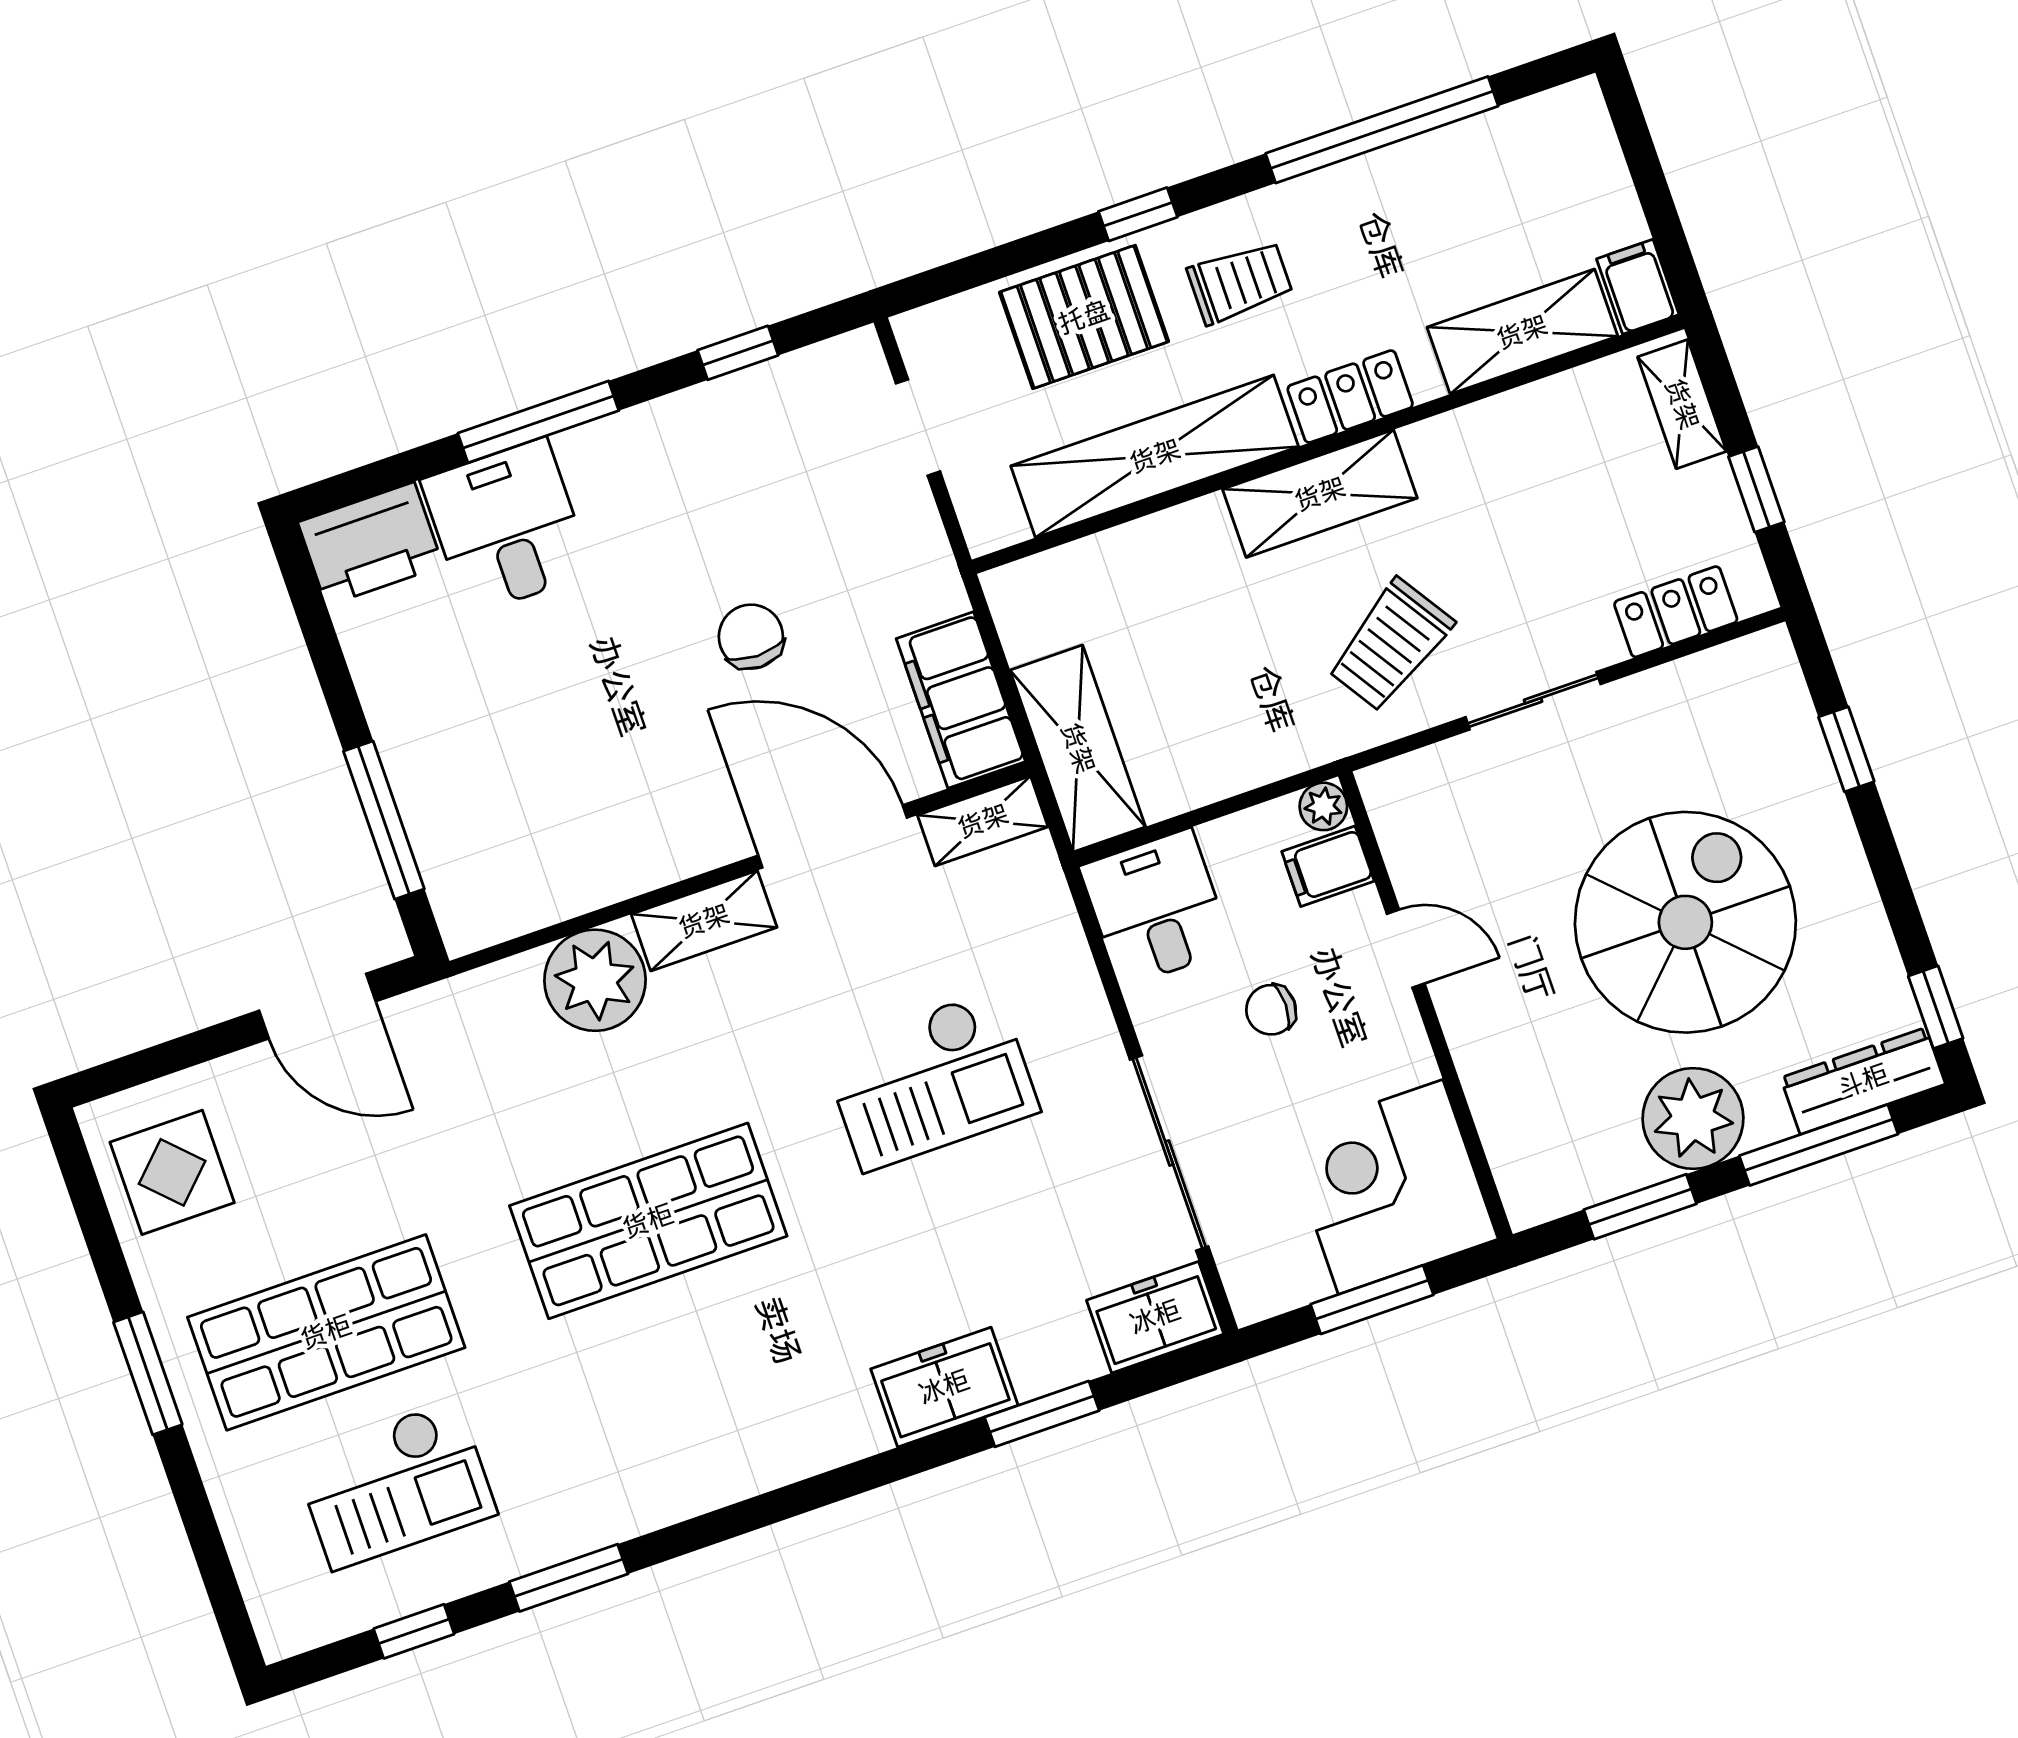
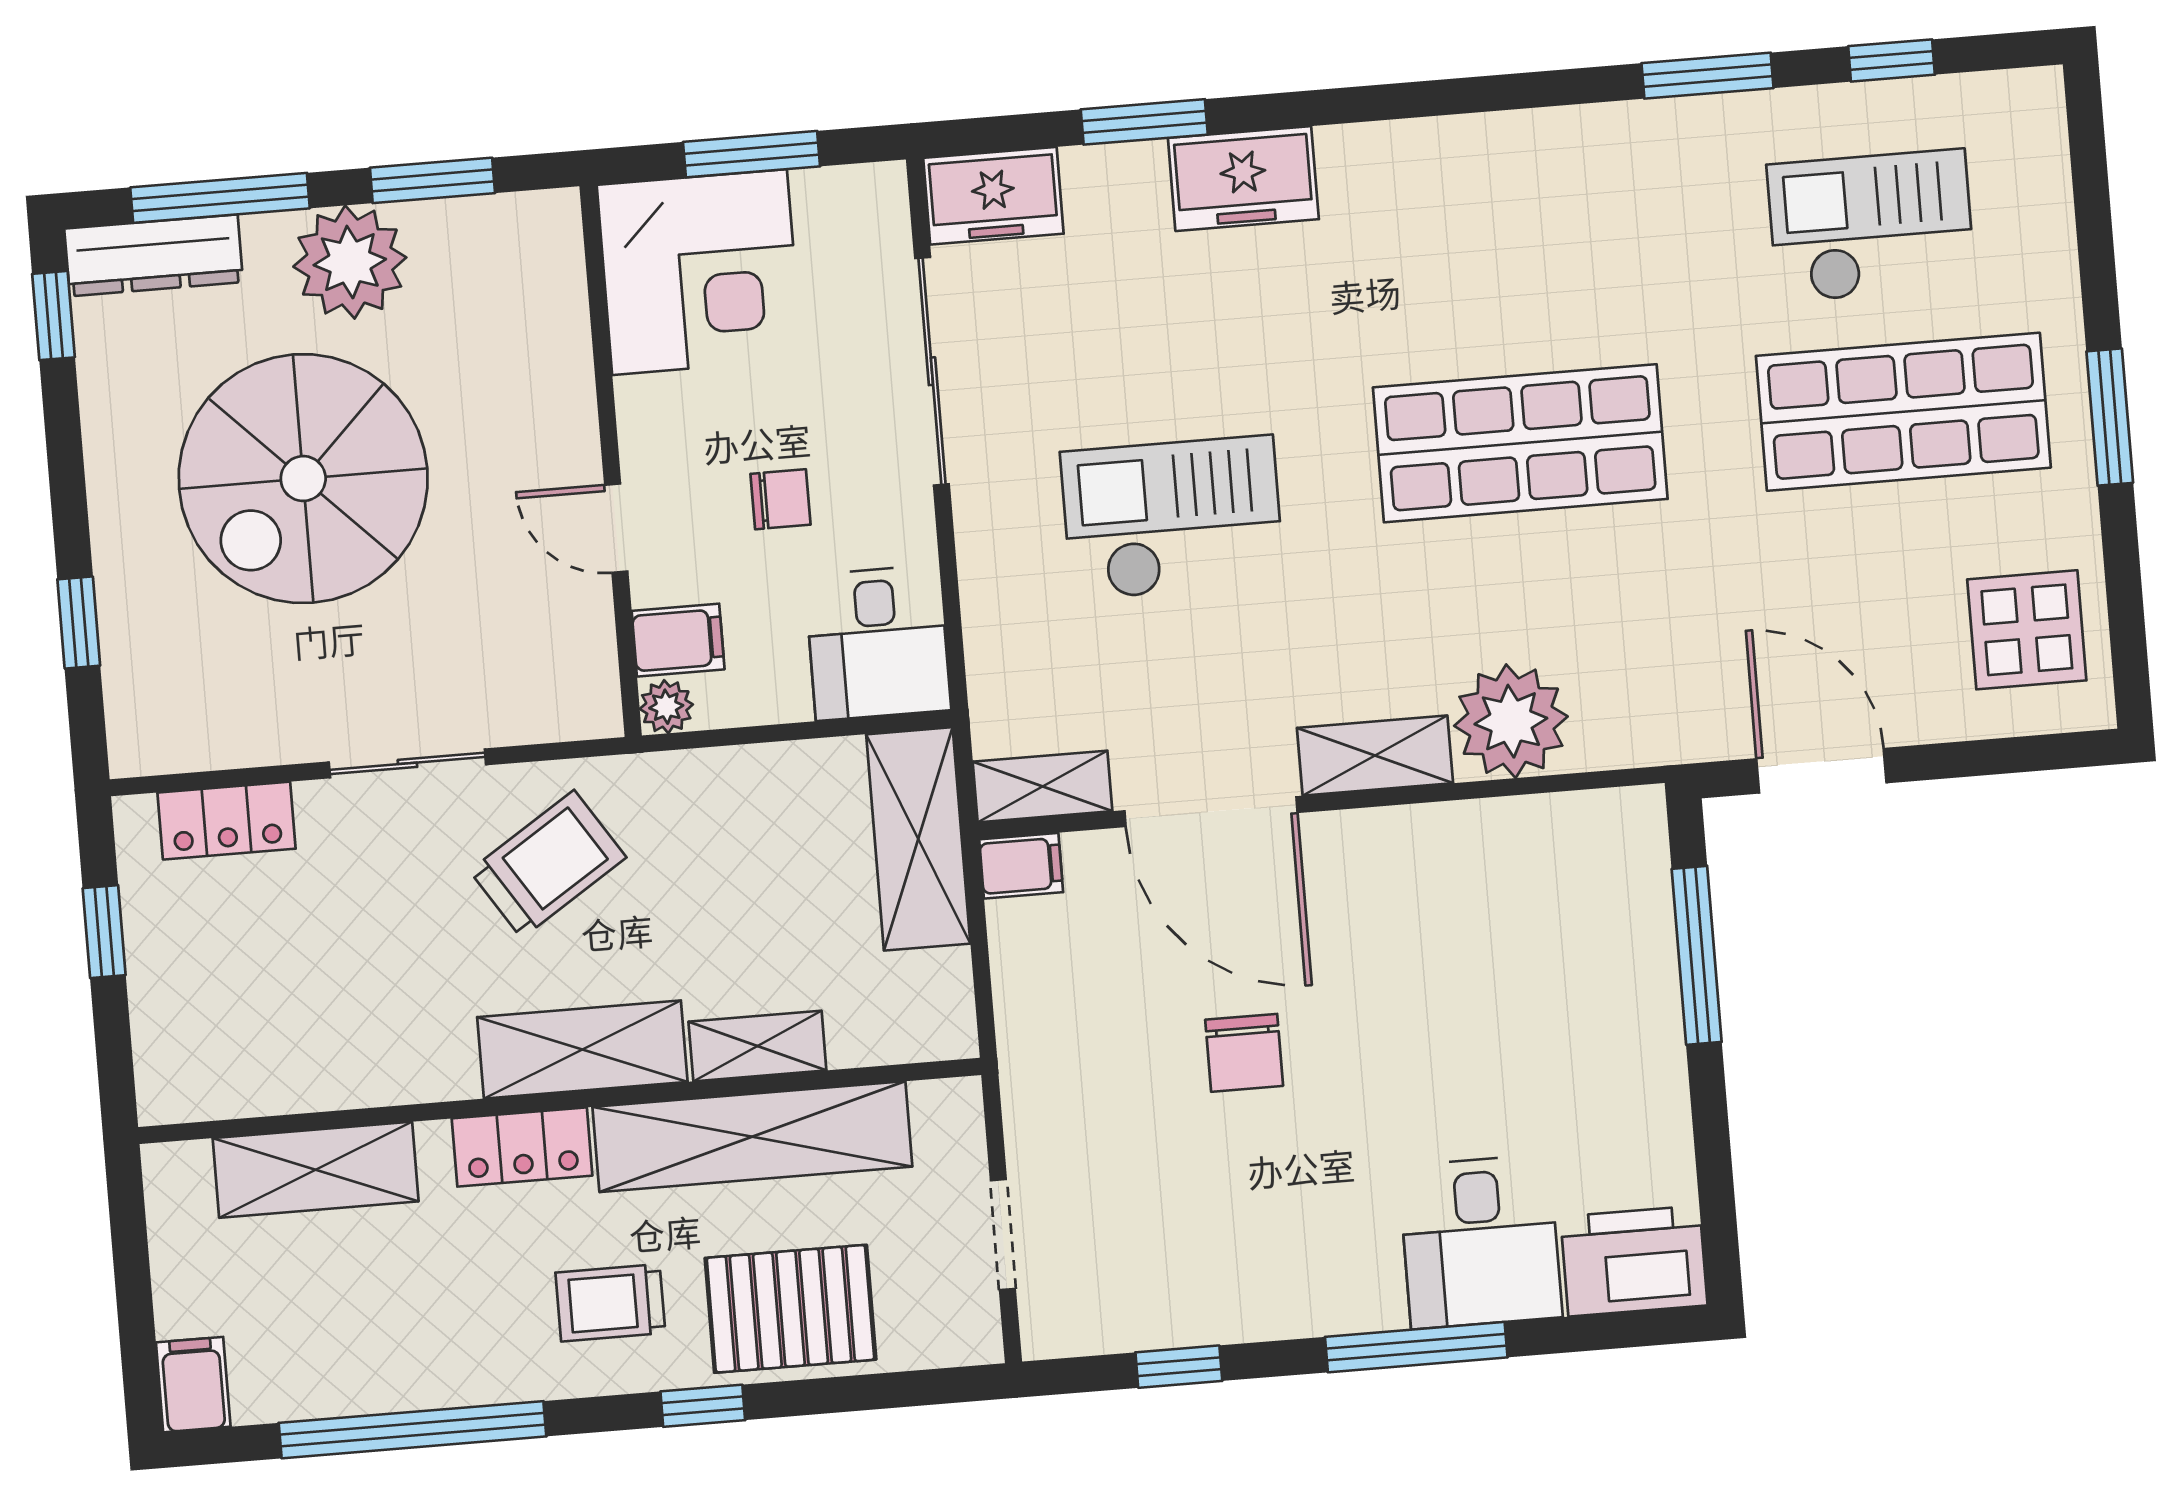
filing cabinet: (1638, 287) -> (193, 1385), moved, turned 180
shelving: (1682, 404) -> (757, 1046), moved, turned 90
filing cabinet: (961, 700) -> (1021, 866), width x0.33, depth x0.86

